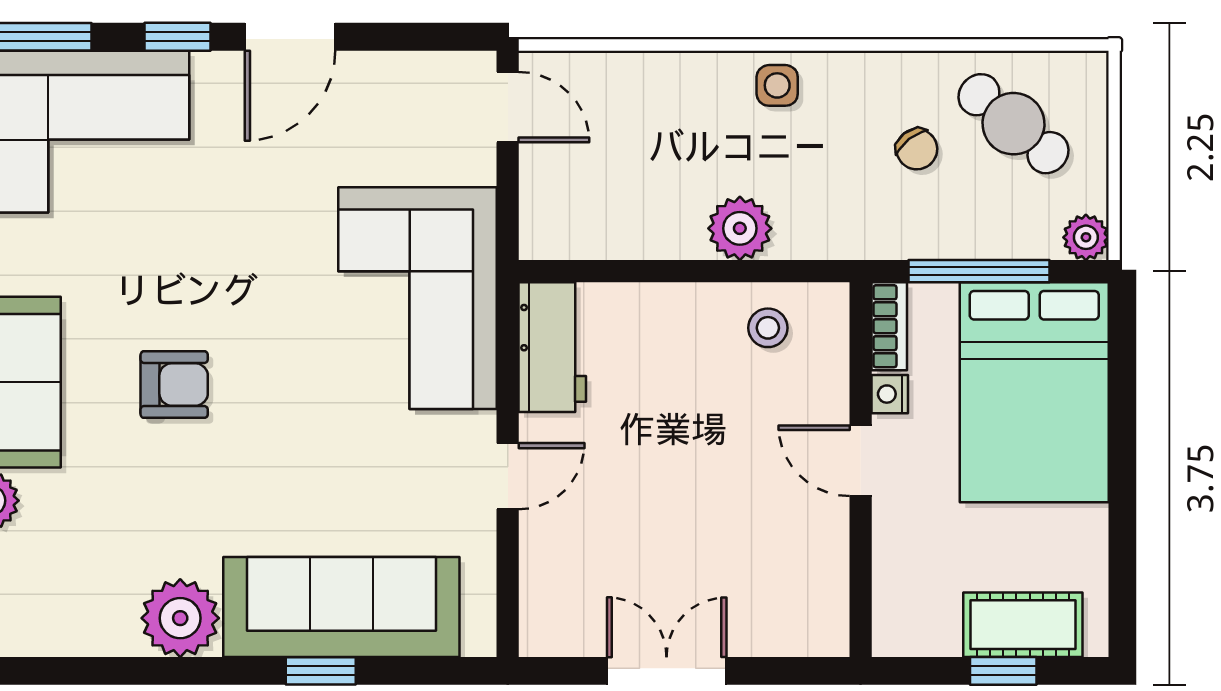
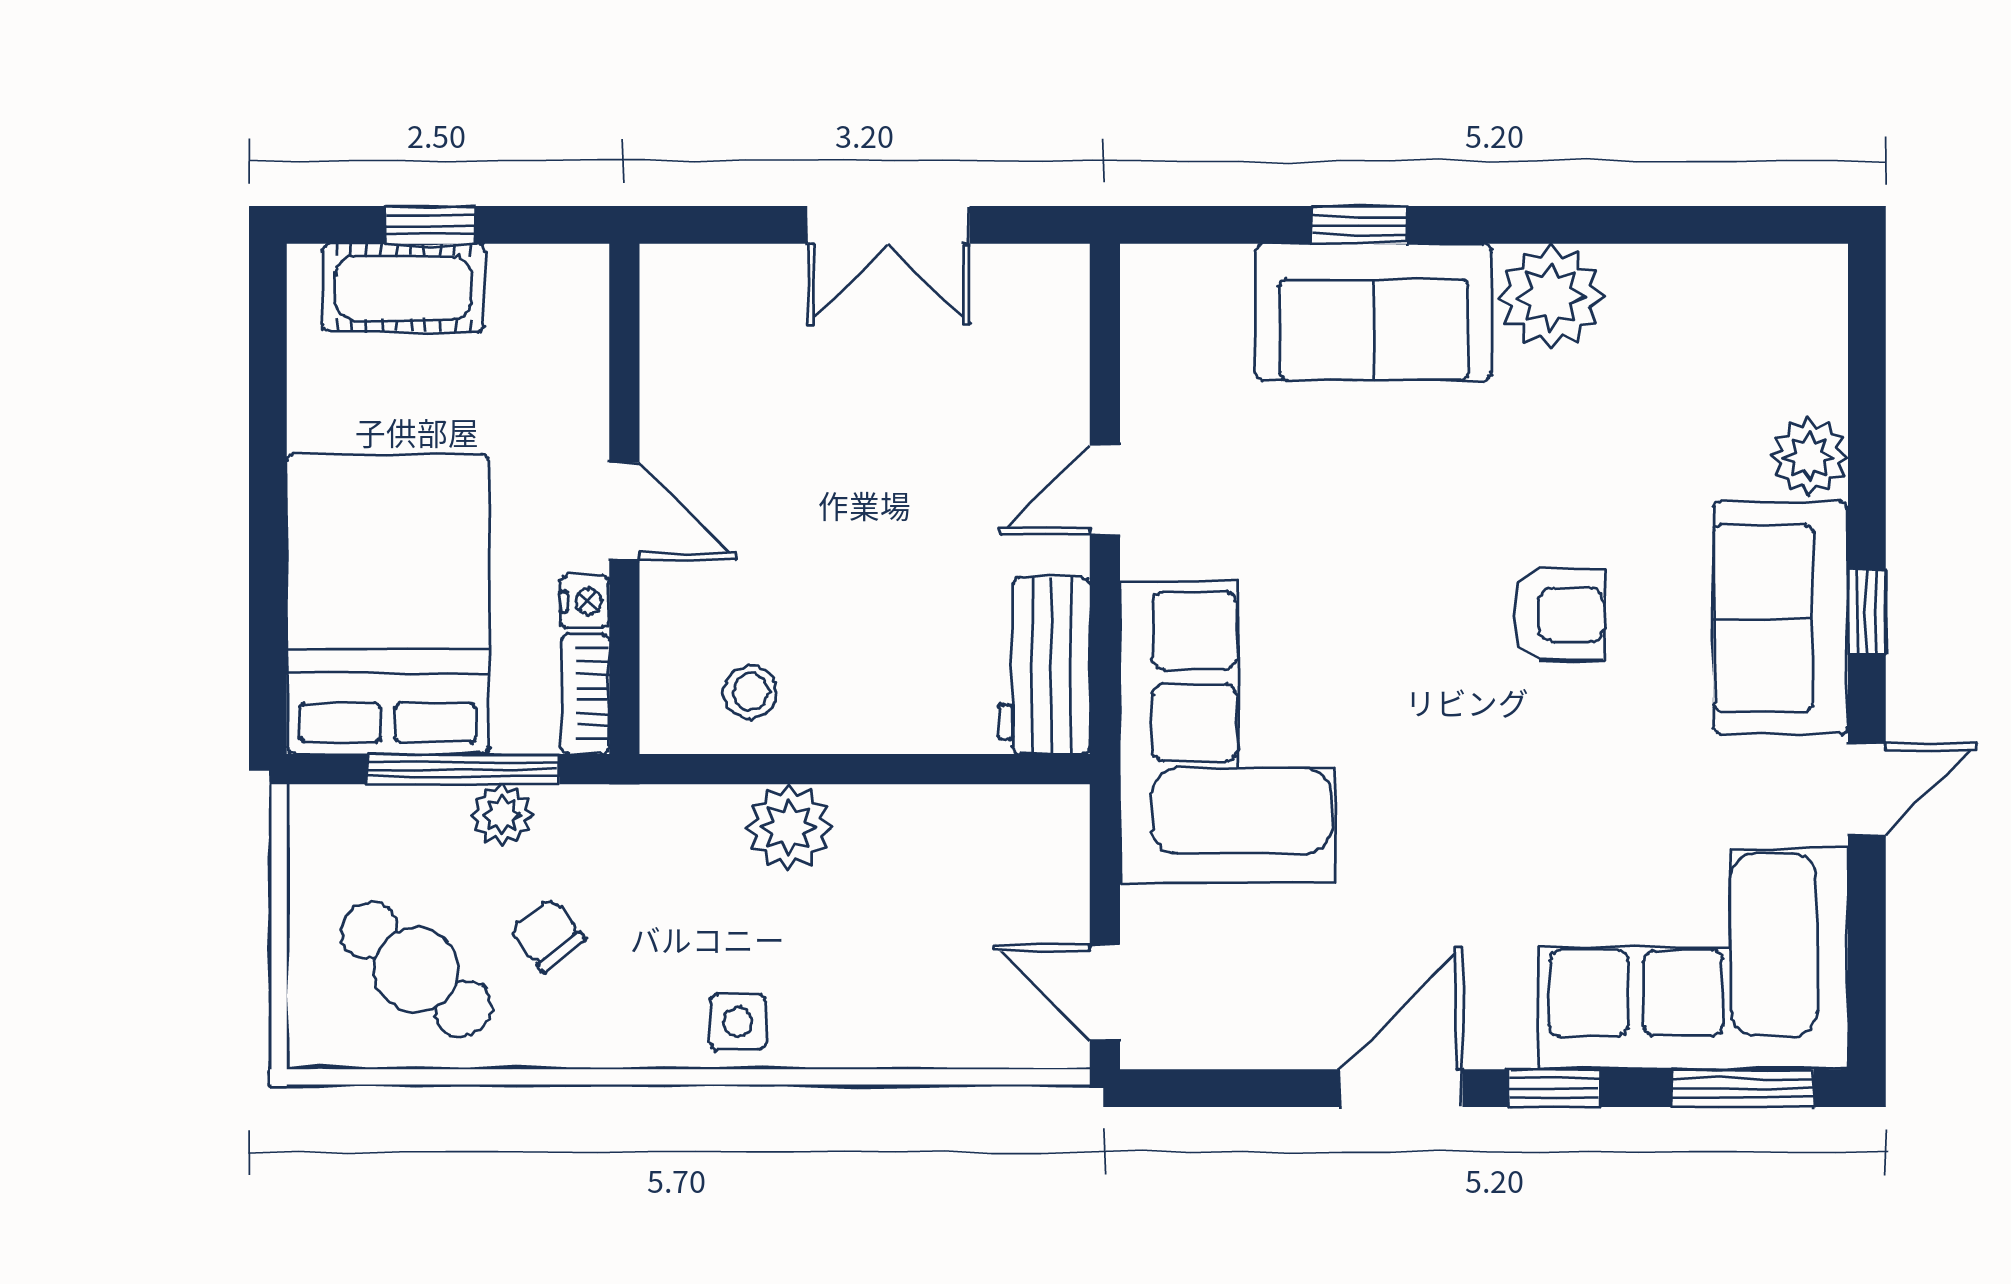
plant: (1086, 237) -> (502, 815), moved
armchair: (174, 385) -> (1559, 615), turned 180
sofa: (341, 607) -> (1374, 312), width x0.73

